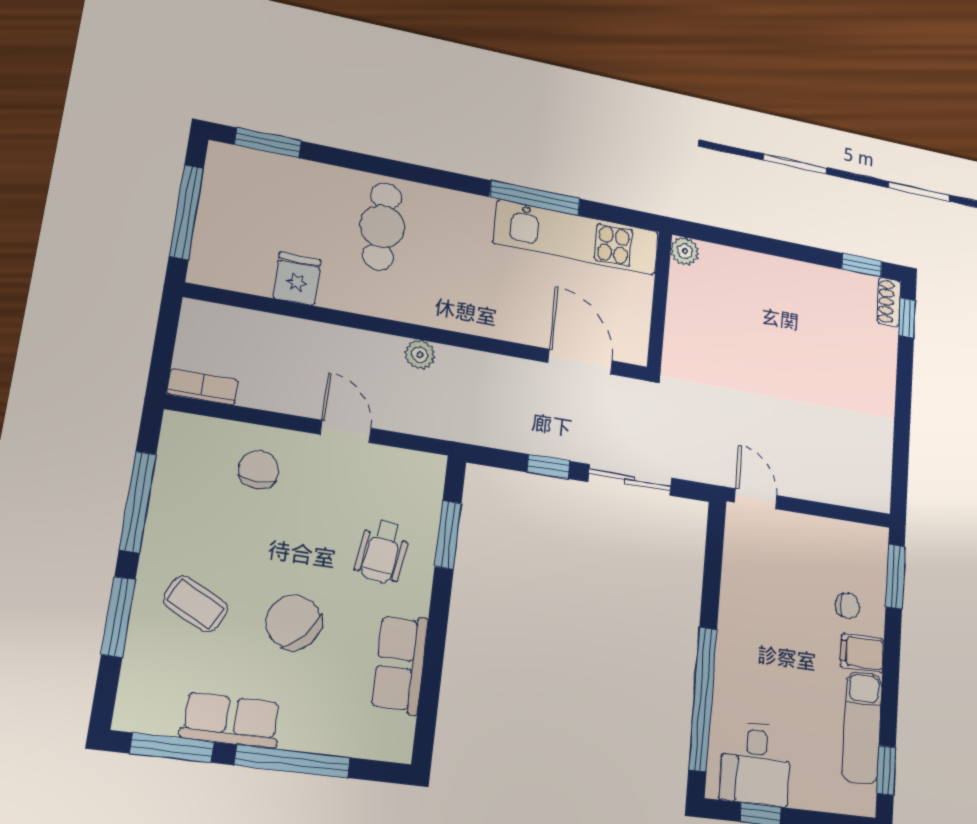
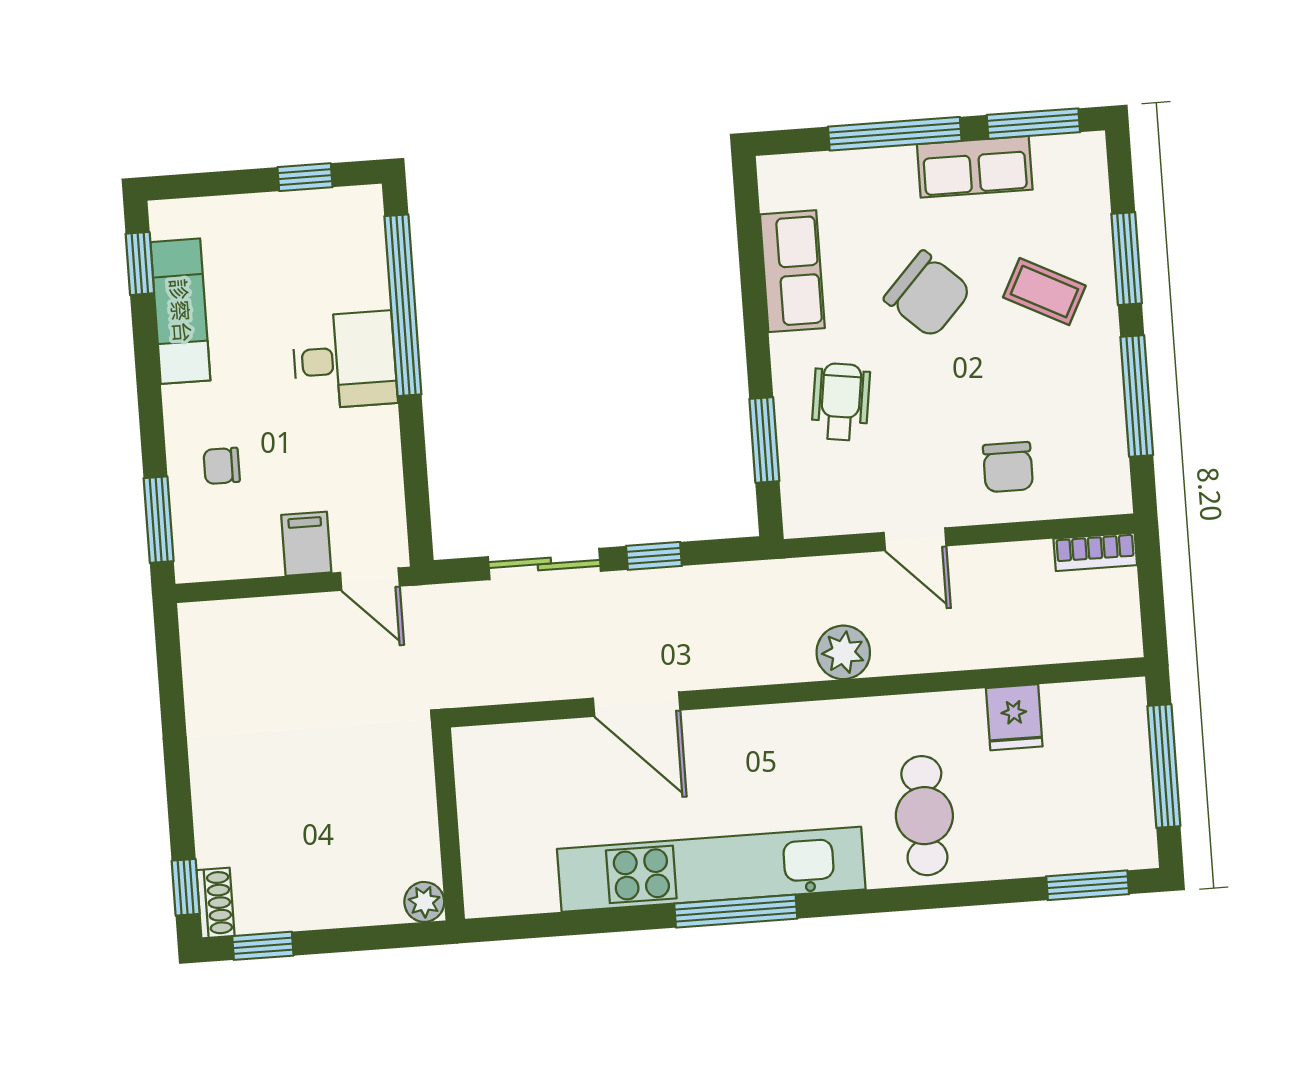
kitchen unit: (577, 237) -> (711, 869), width x1.36
plant: (685, 251) -> (424, 902), moved
wall: (660, 300) -> (448, 824), moved
plant: (420, 355) -> (843, 652), width x1.38, depth x1.38
filing cabinet: (862, 653) -> (306, 544), moved, turned -90
desk: (756, 764) -> (345, 360), moved, turned 90

